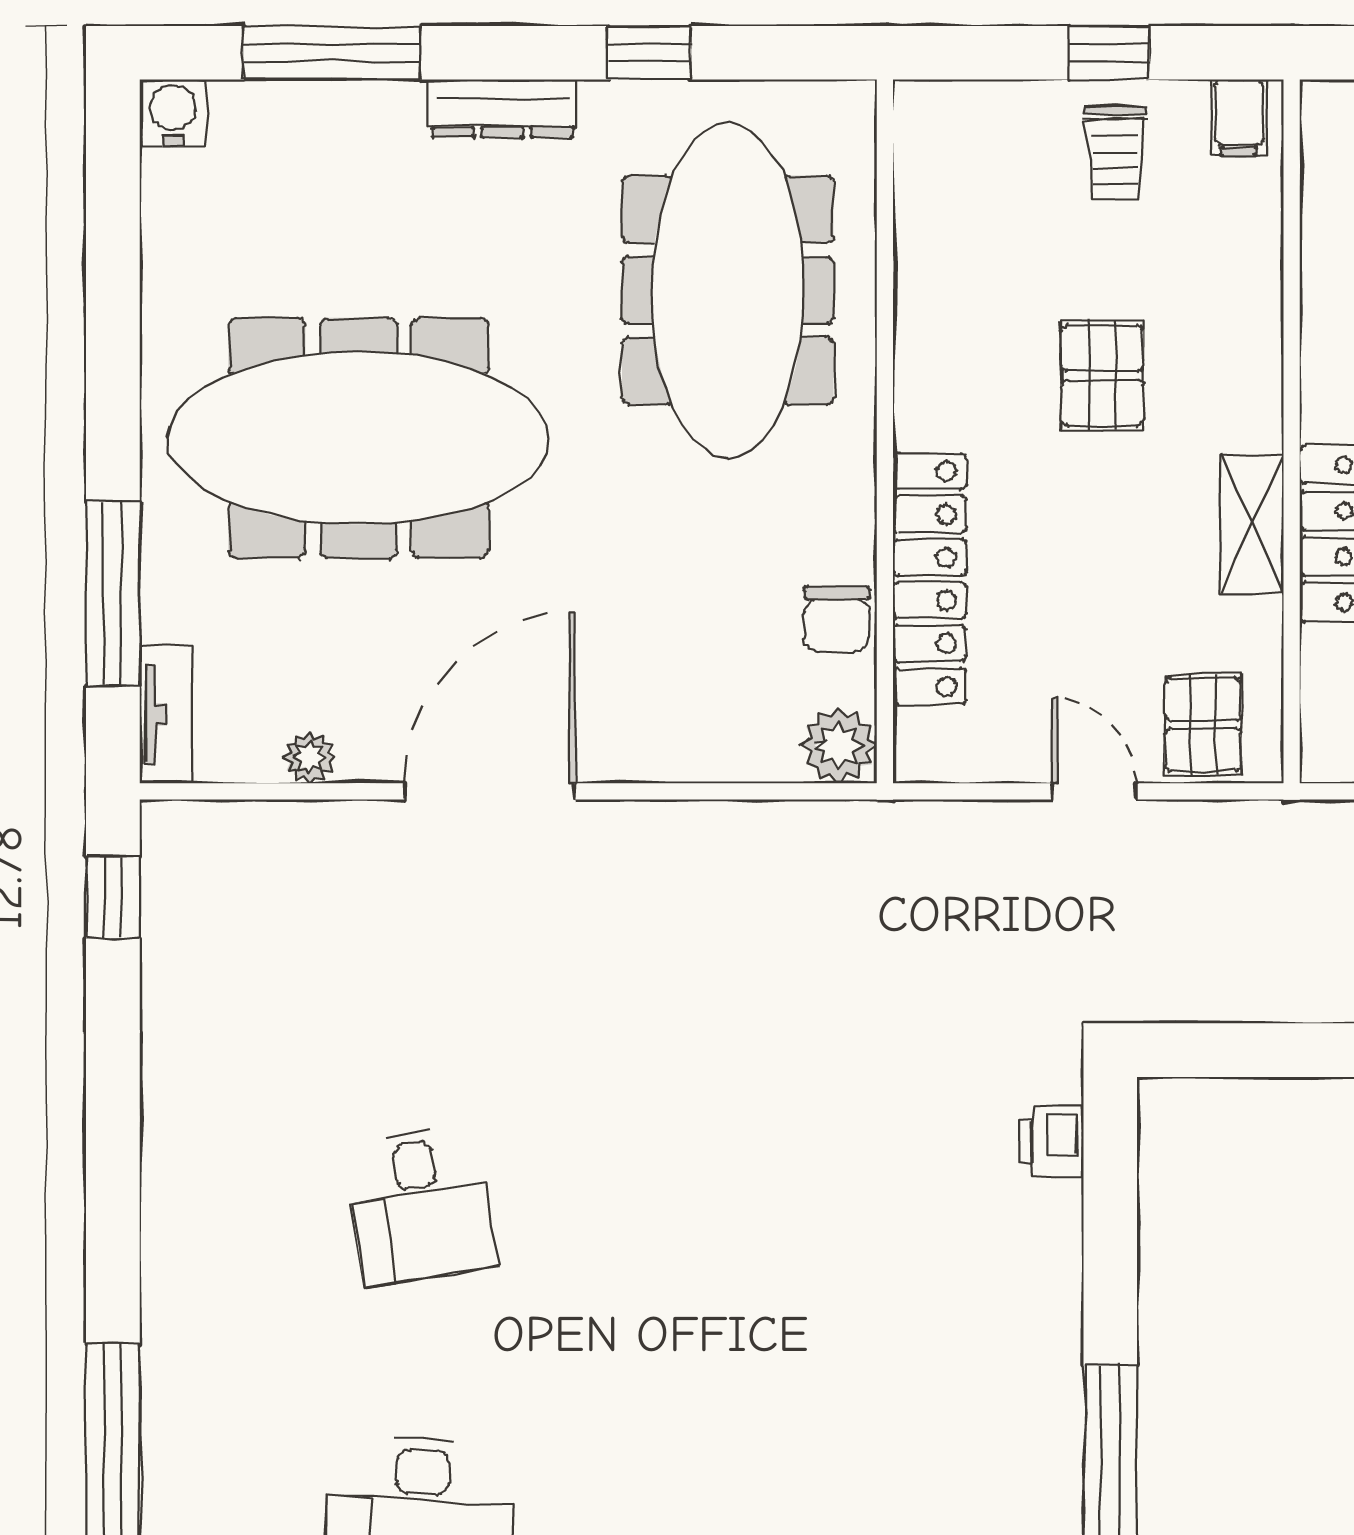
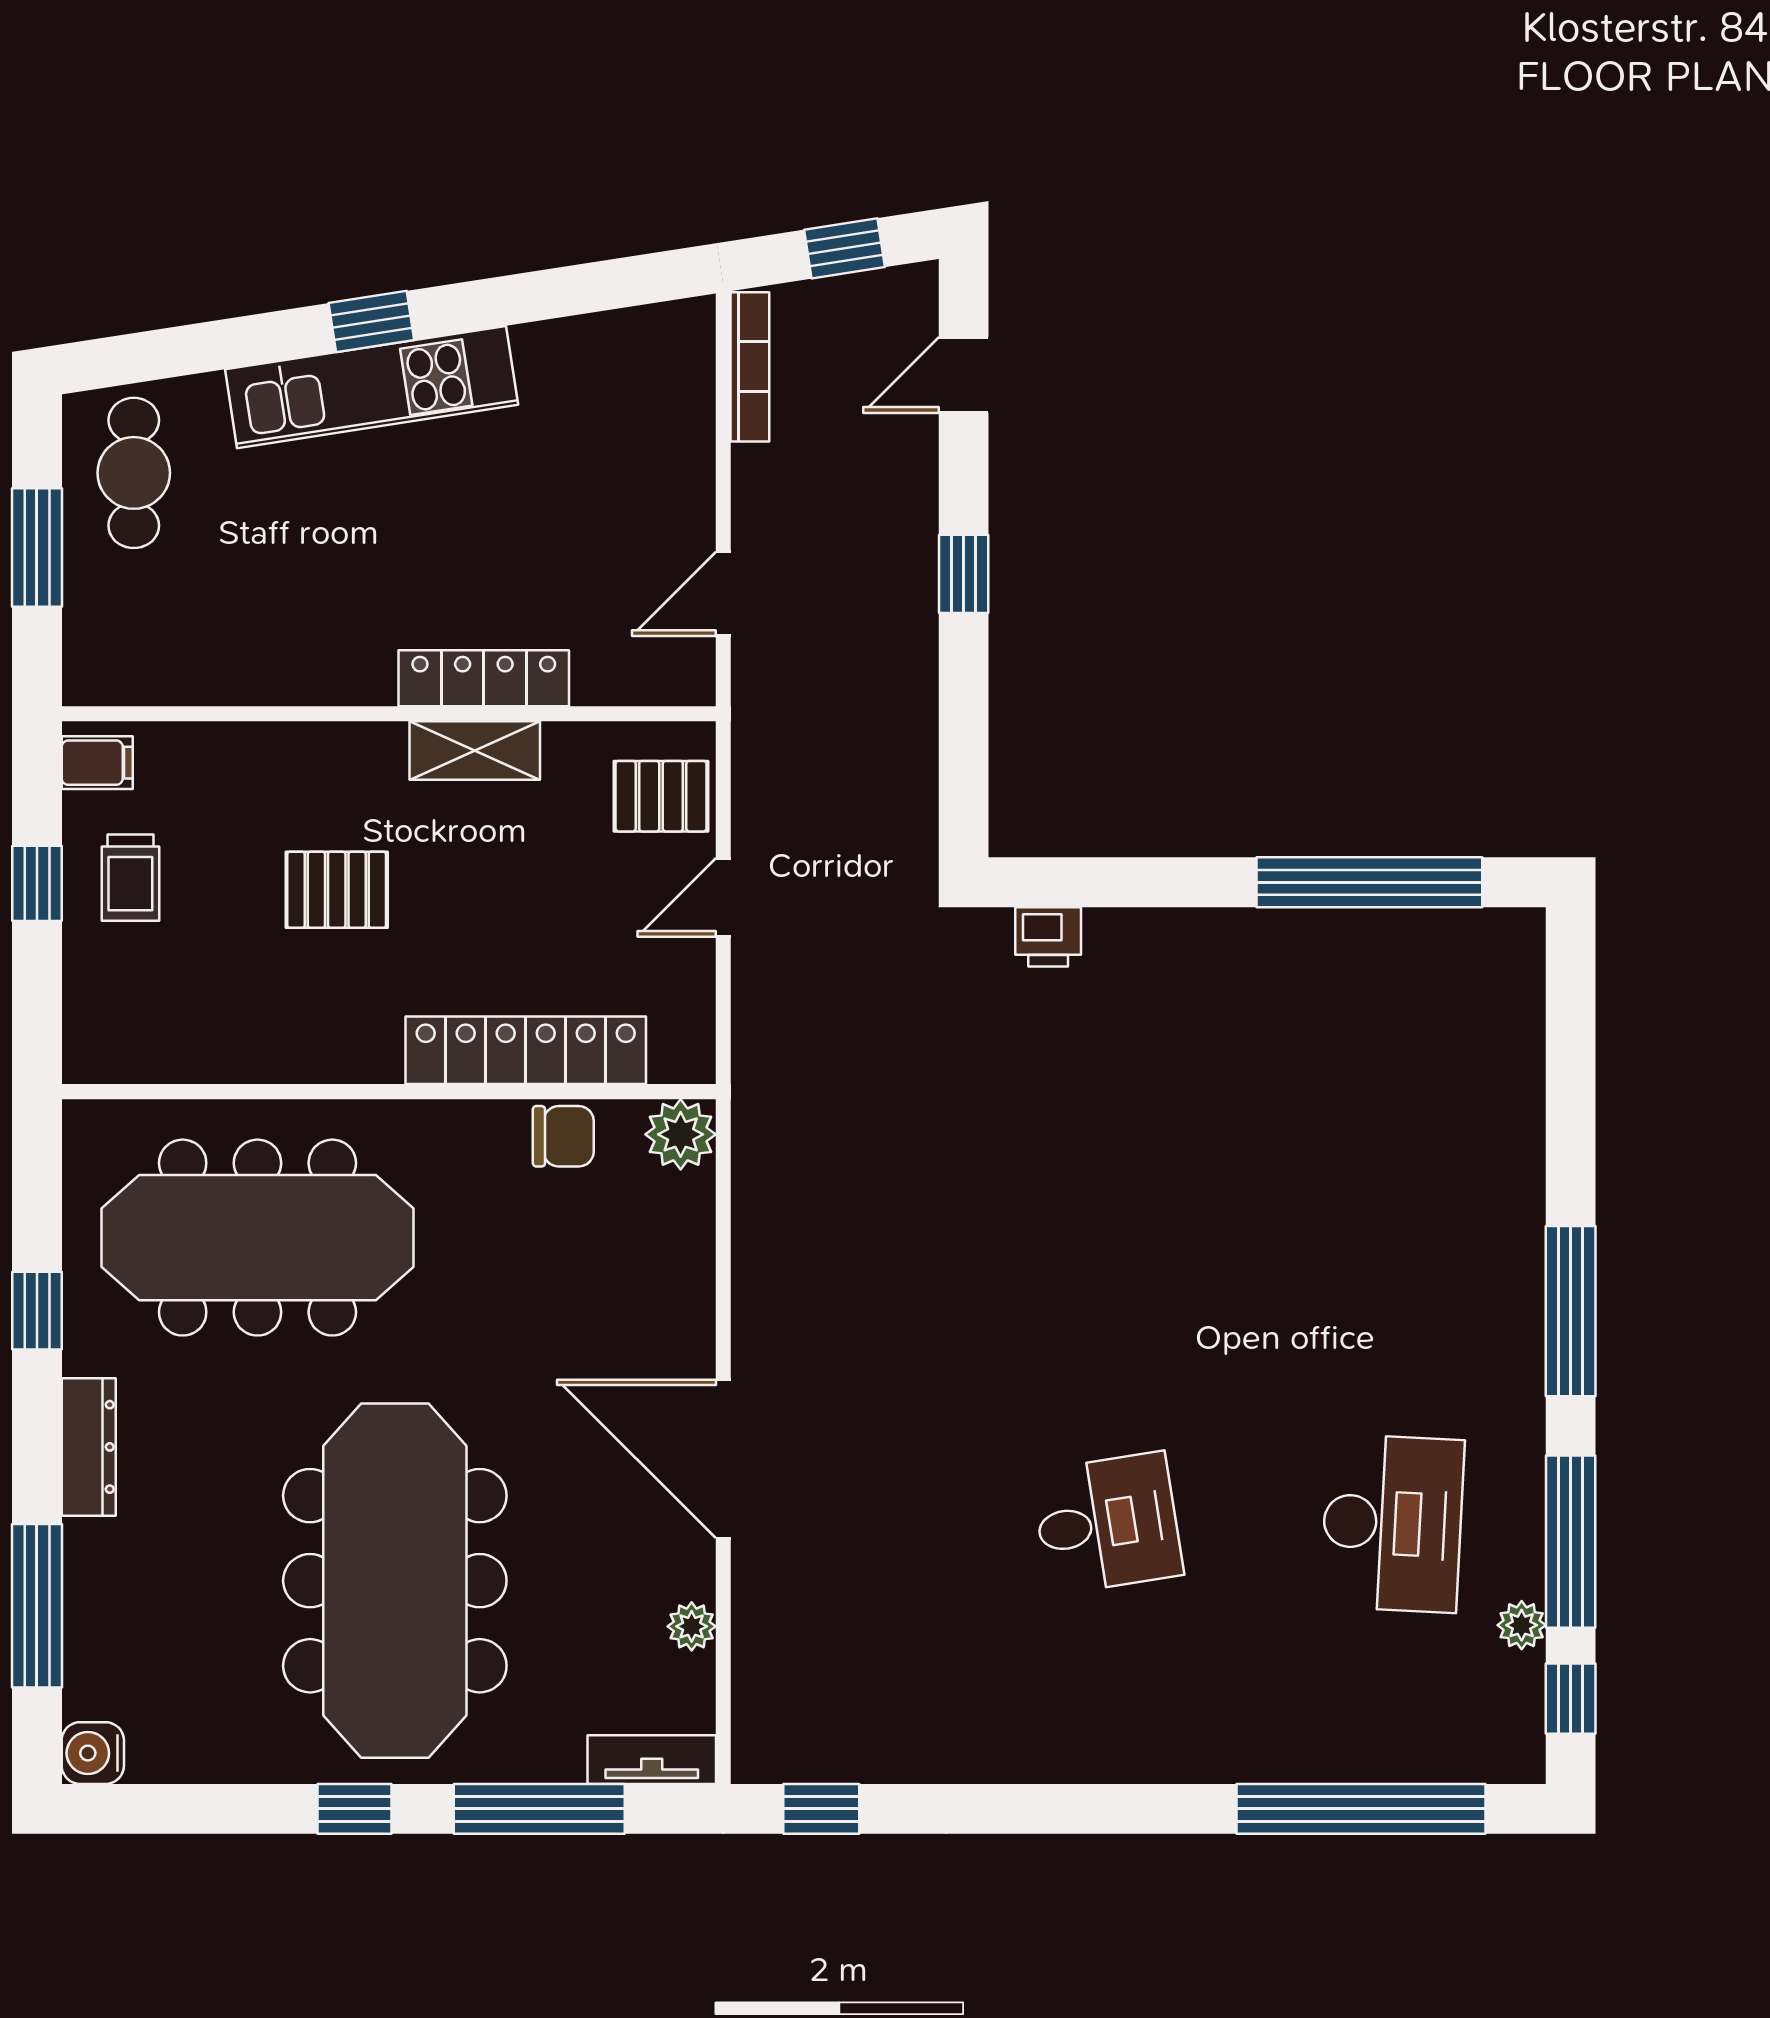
trolley: (1115, 153) -> (130, 878), turned 90
window: (113, 394) -> (354, 1809), added

